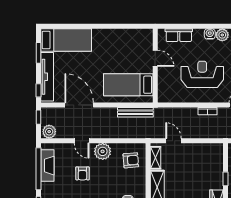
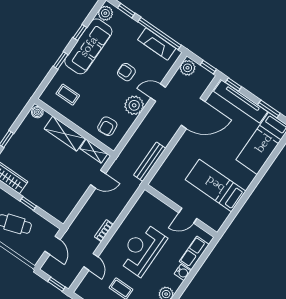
water cooler: (210, 34) -> (182, 272), moved
reception desk: (202, 74) -> (142, 249), turned 180
bed: (128, 85) -> (215, 185), moved, turned -90

